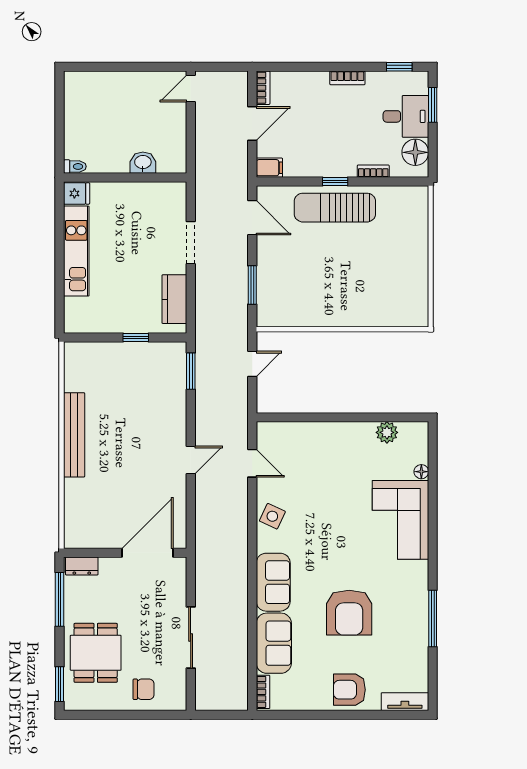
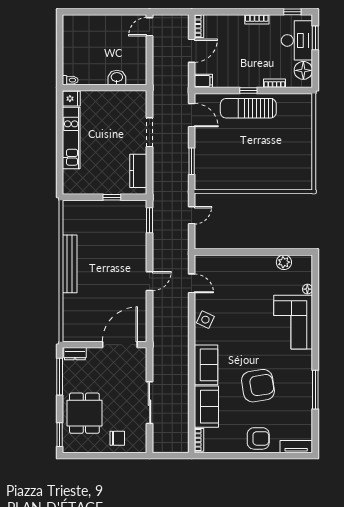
desk: (406, 116) -> (297, 40), width x1.37
armchair: (349, 613) -> (258, 386), turned -99
armchair: (349, 690) -> (258, 438), turned 180

